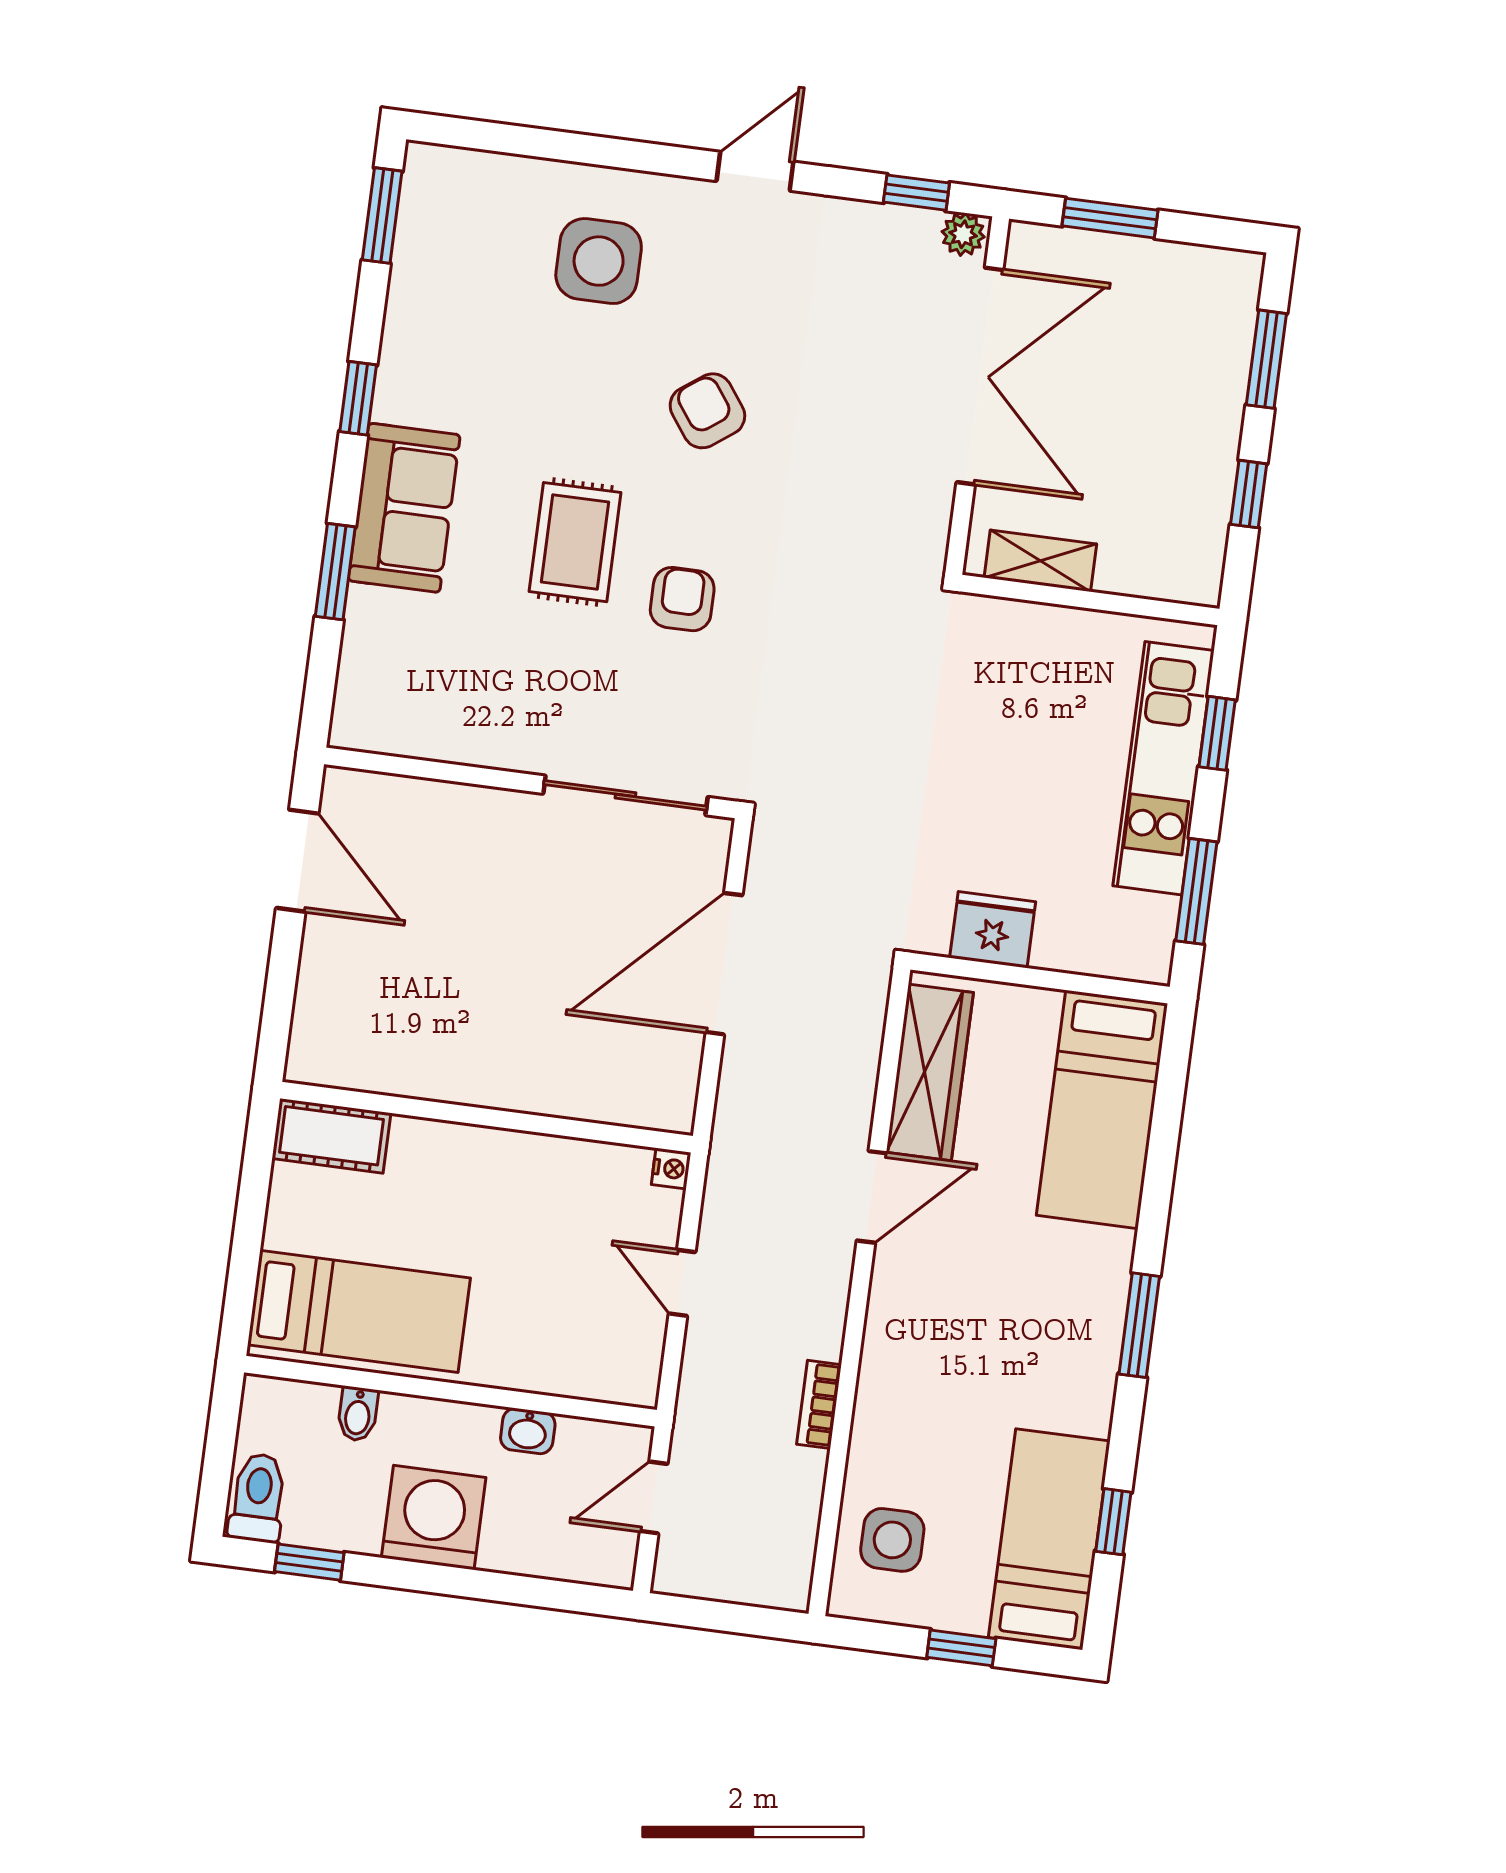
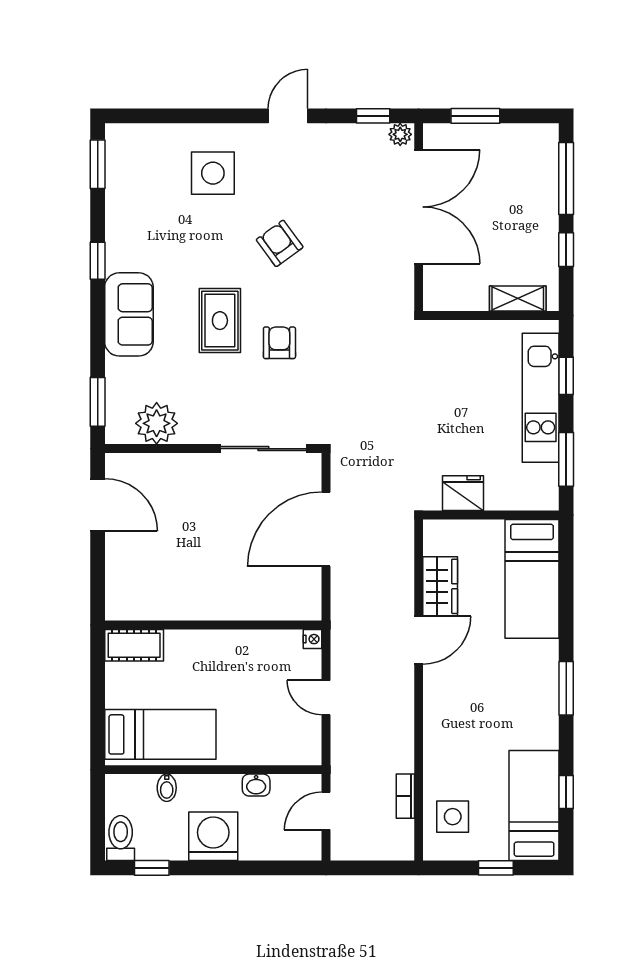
window: (1266, 359) -> (566, 178), width x1.44
shelving: (1040, 561) -> (518, 299), moved
window: (335, 572) -> (98, 402), moved
plant: (429, 721) -> (157, 423), added
wardrobe: (930, 1072) -> (440, 586), width x0.67
bookcase: (819, 1404) -> (405, 796), moved

